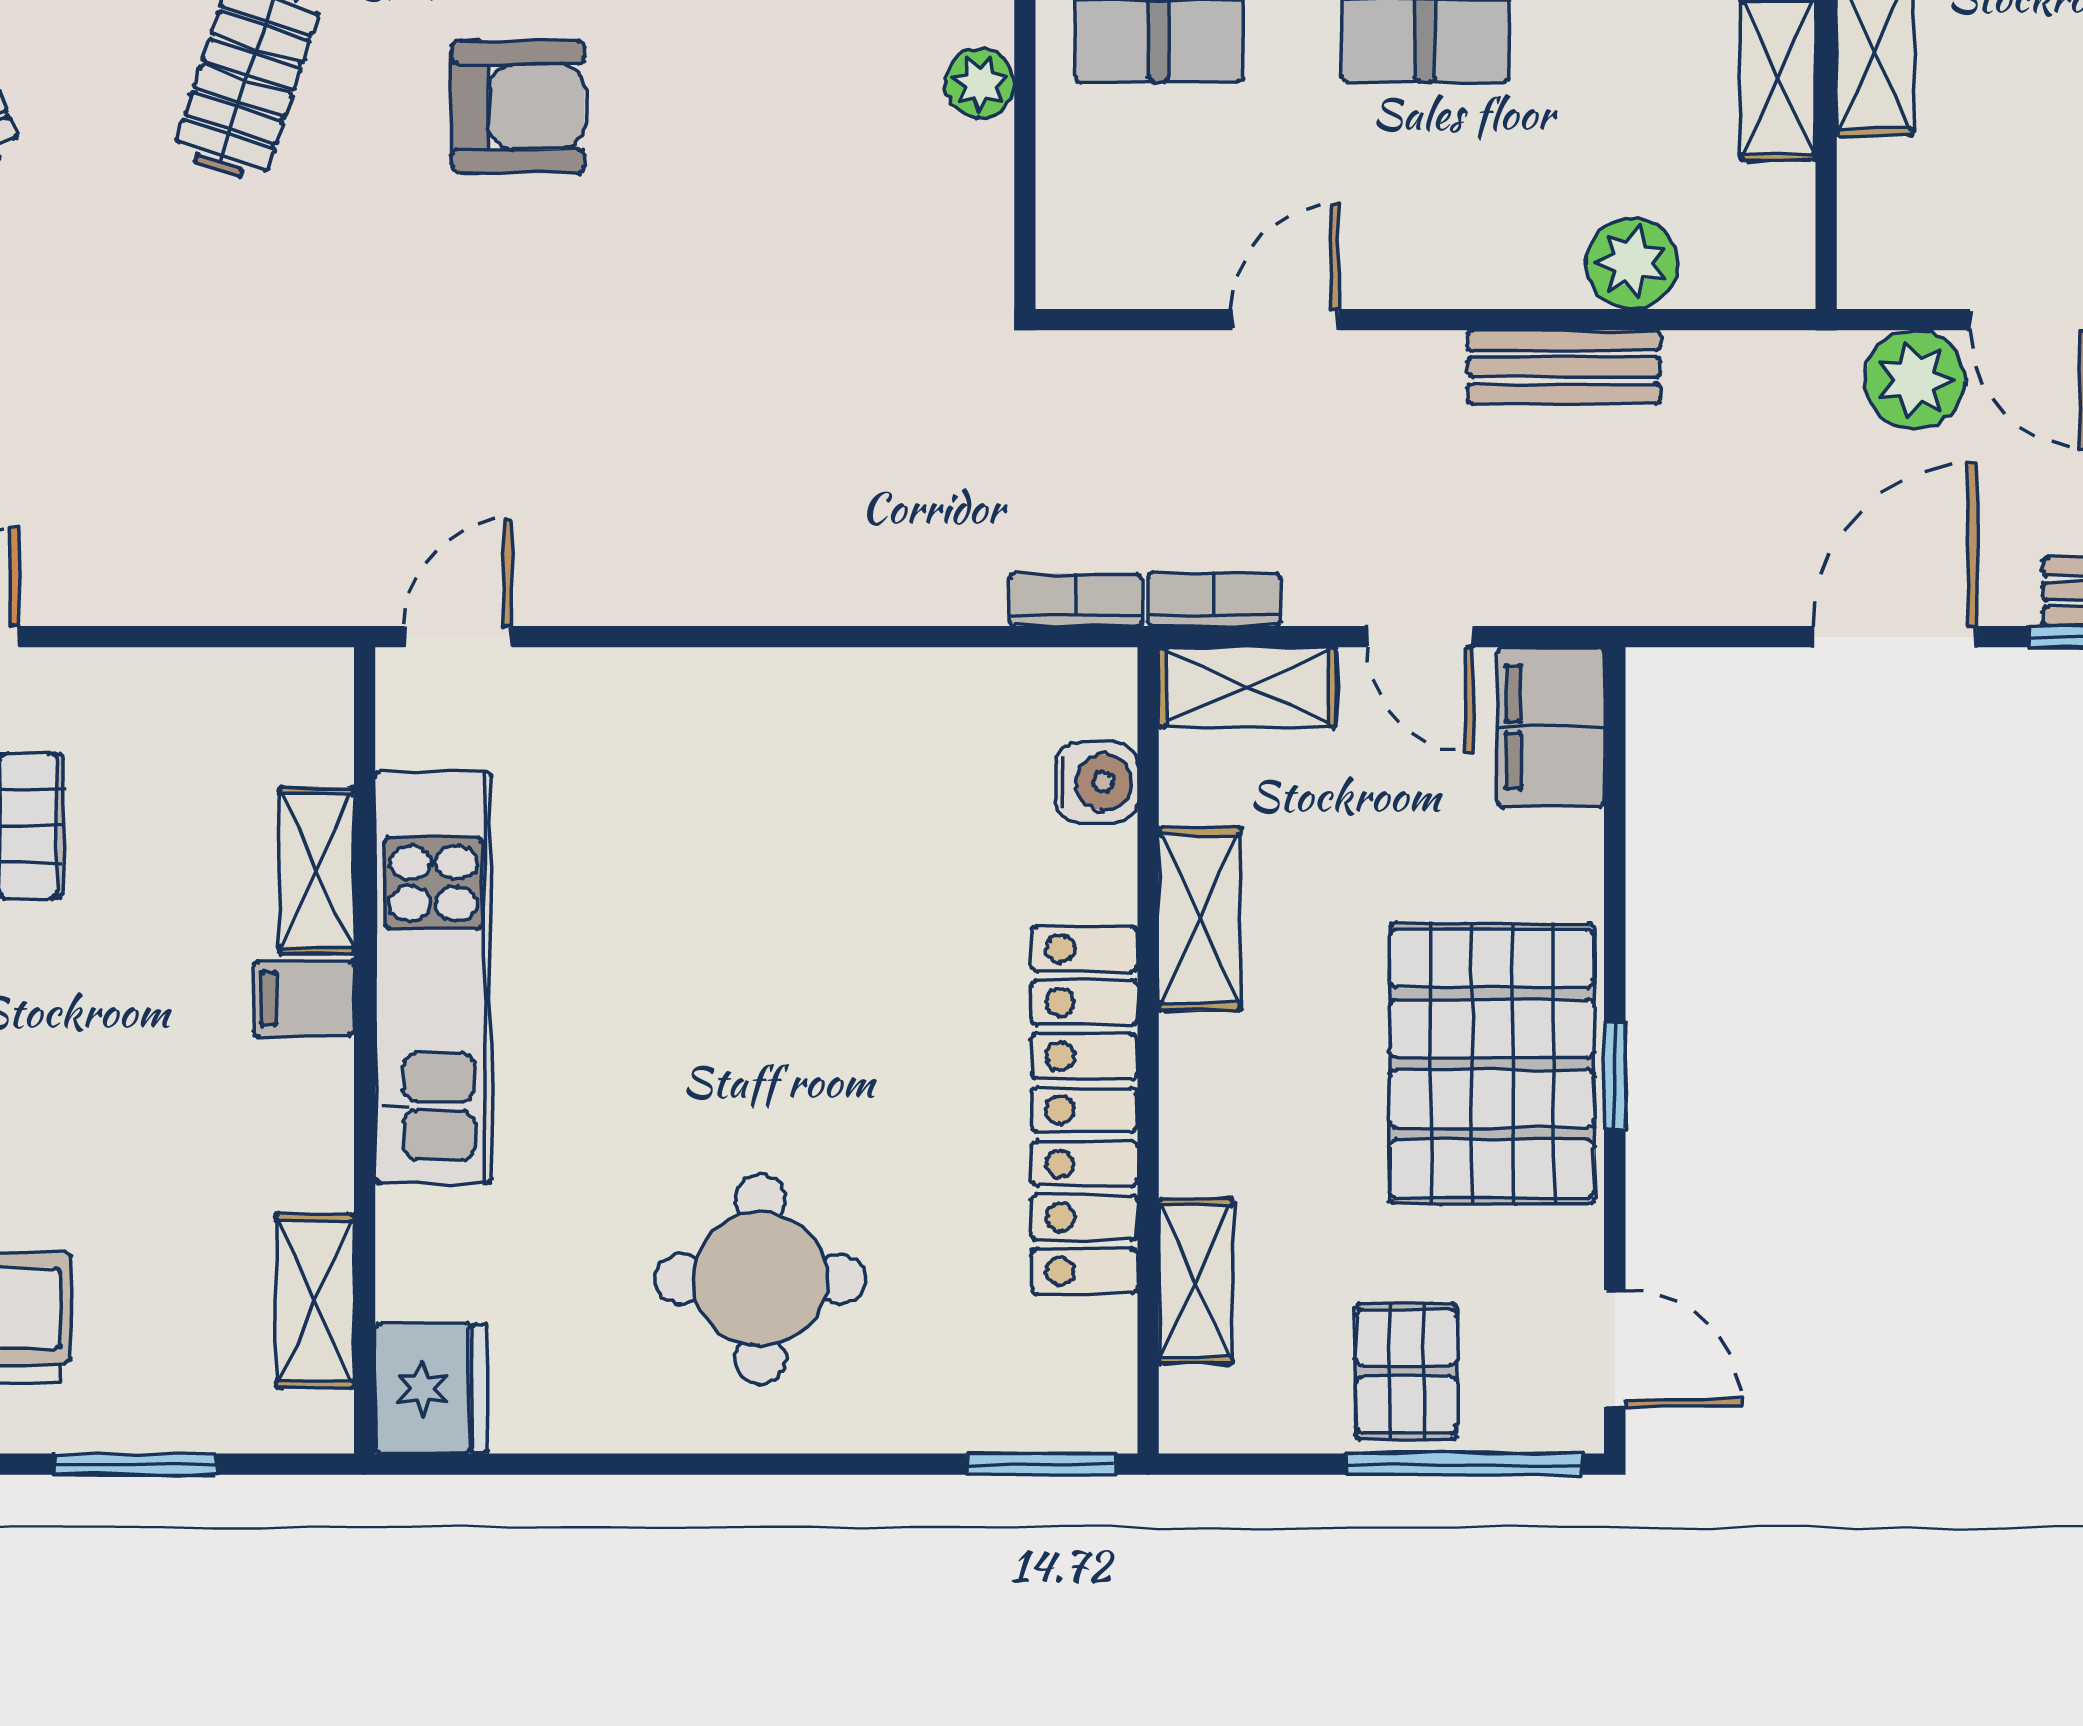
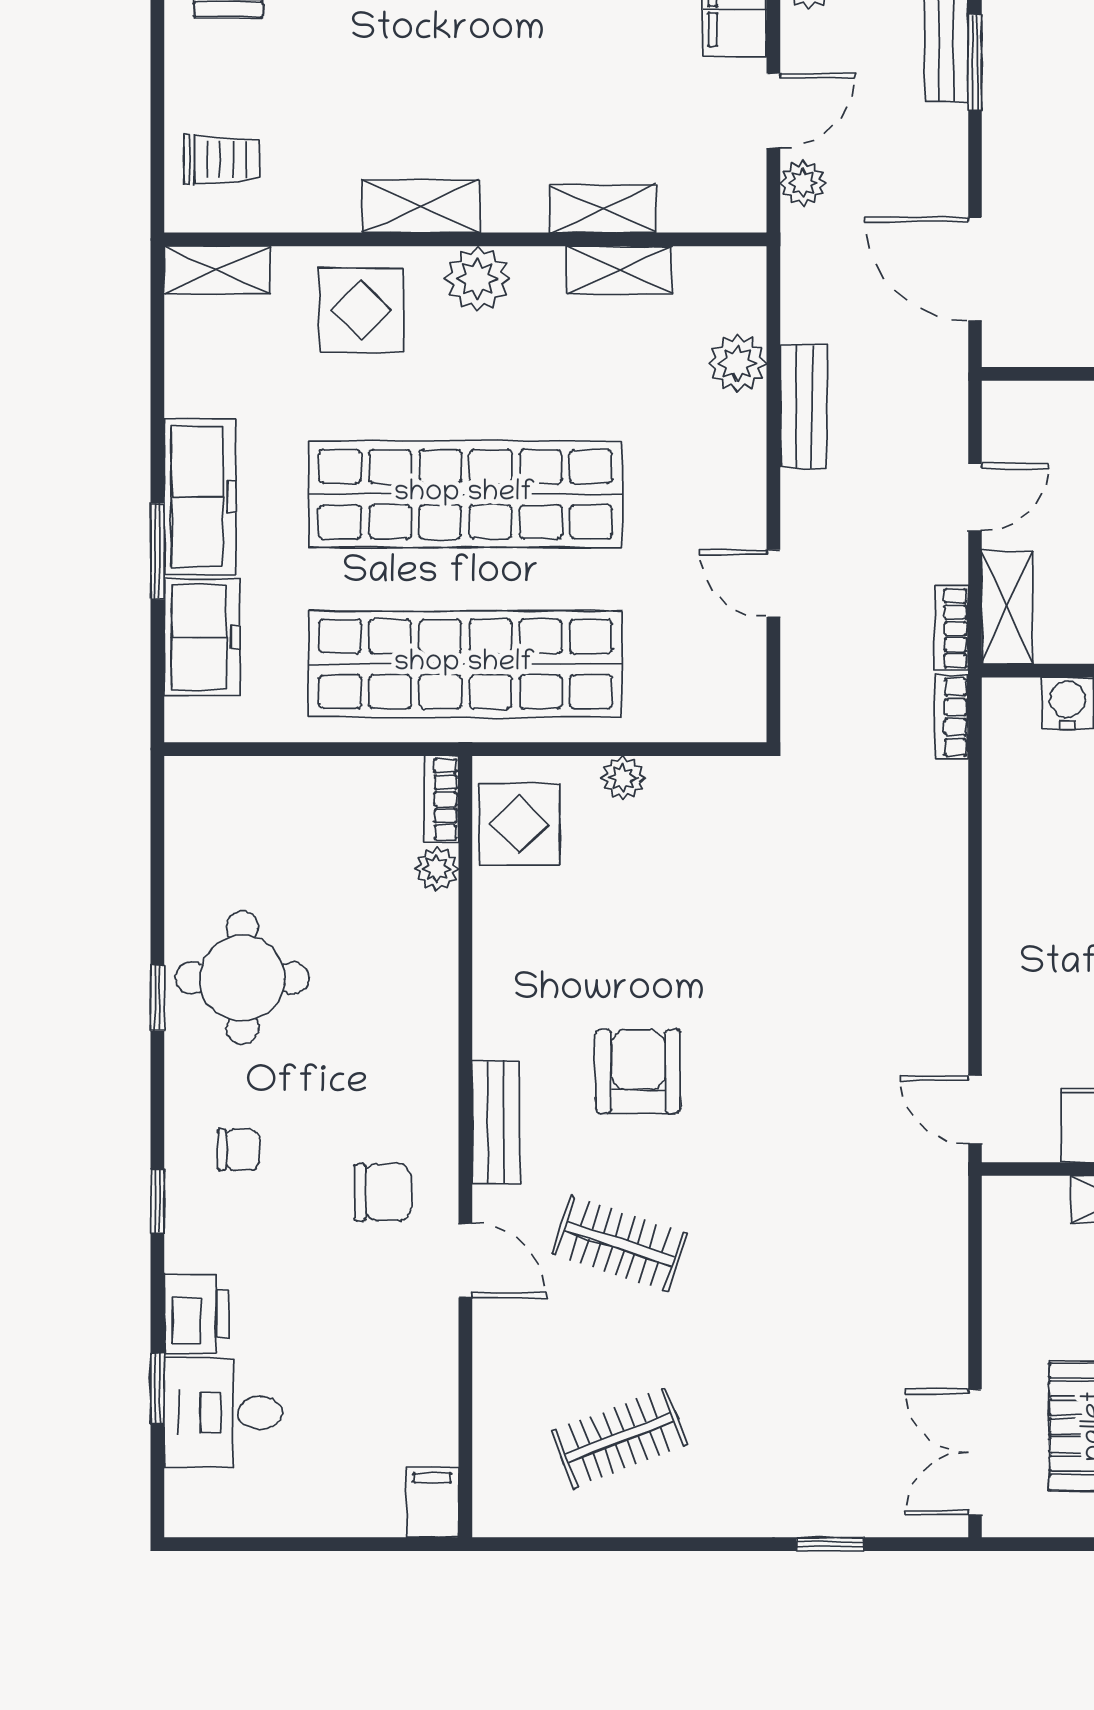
plant: (1915, 380) -> (803, 183), width x0.73, depth x0.73
door: (1895, 637) -> (975, 269), moved
filing cabinet: (1551, 727) -> (1033, 415), removed

